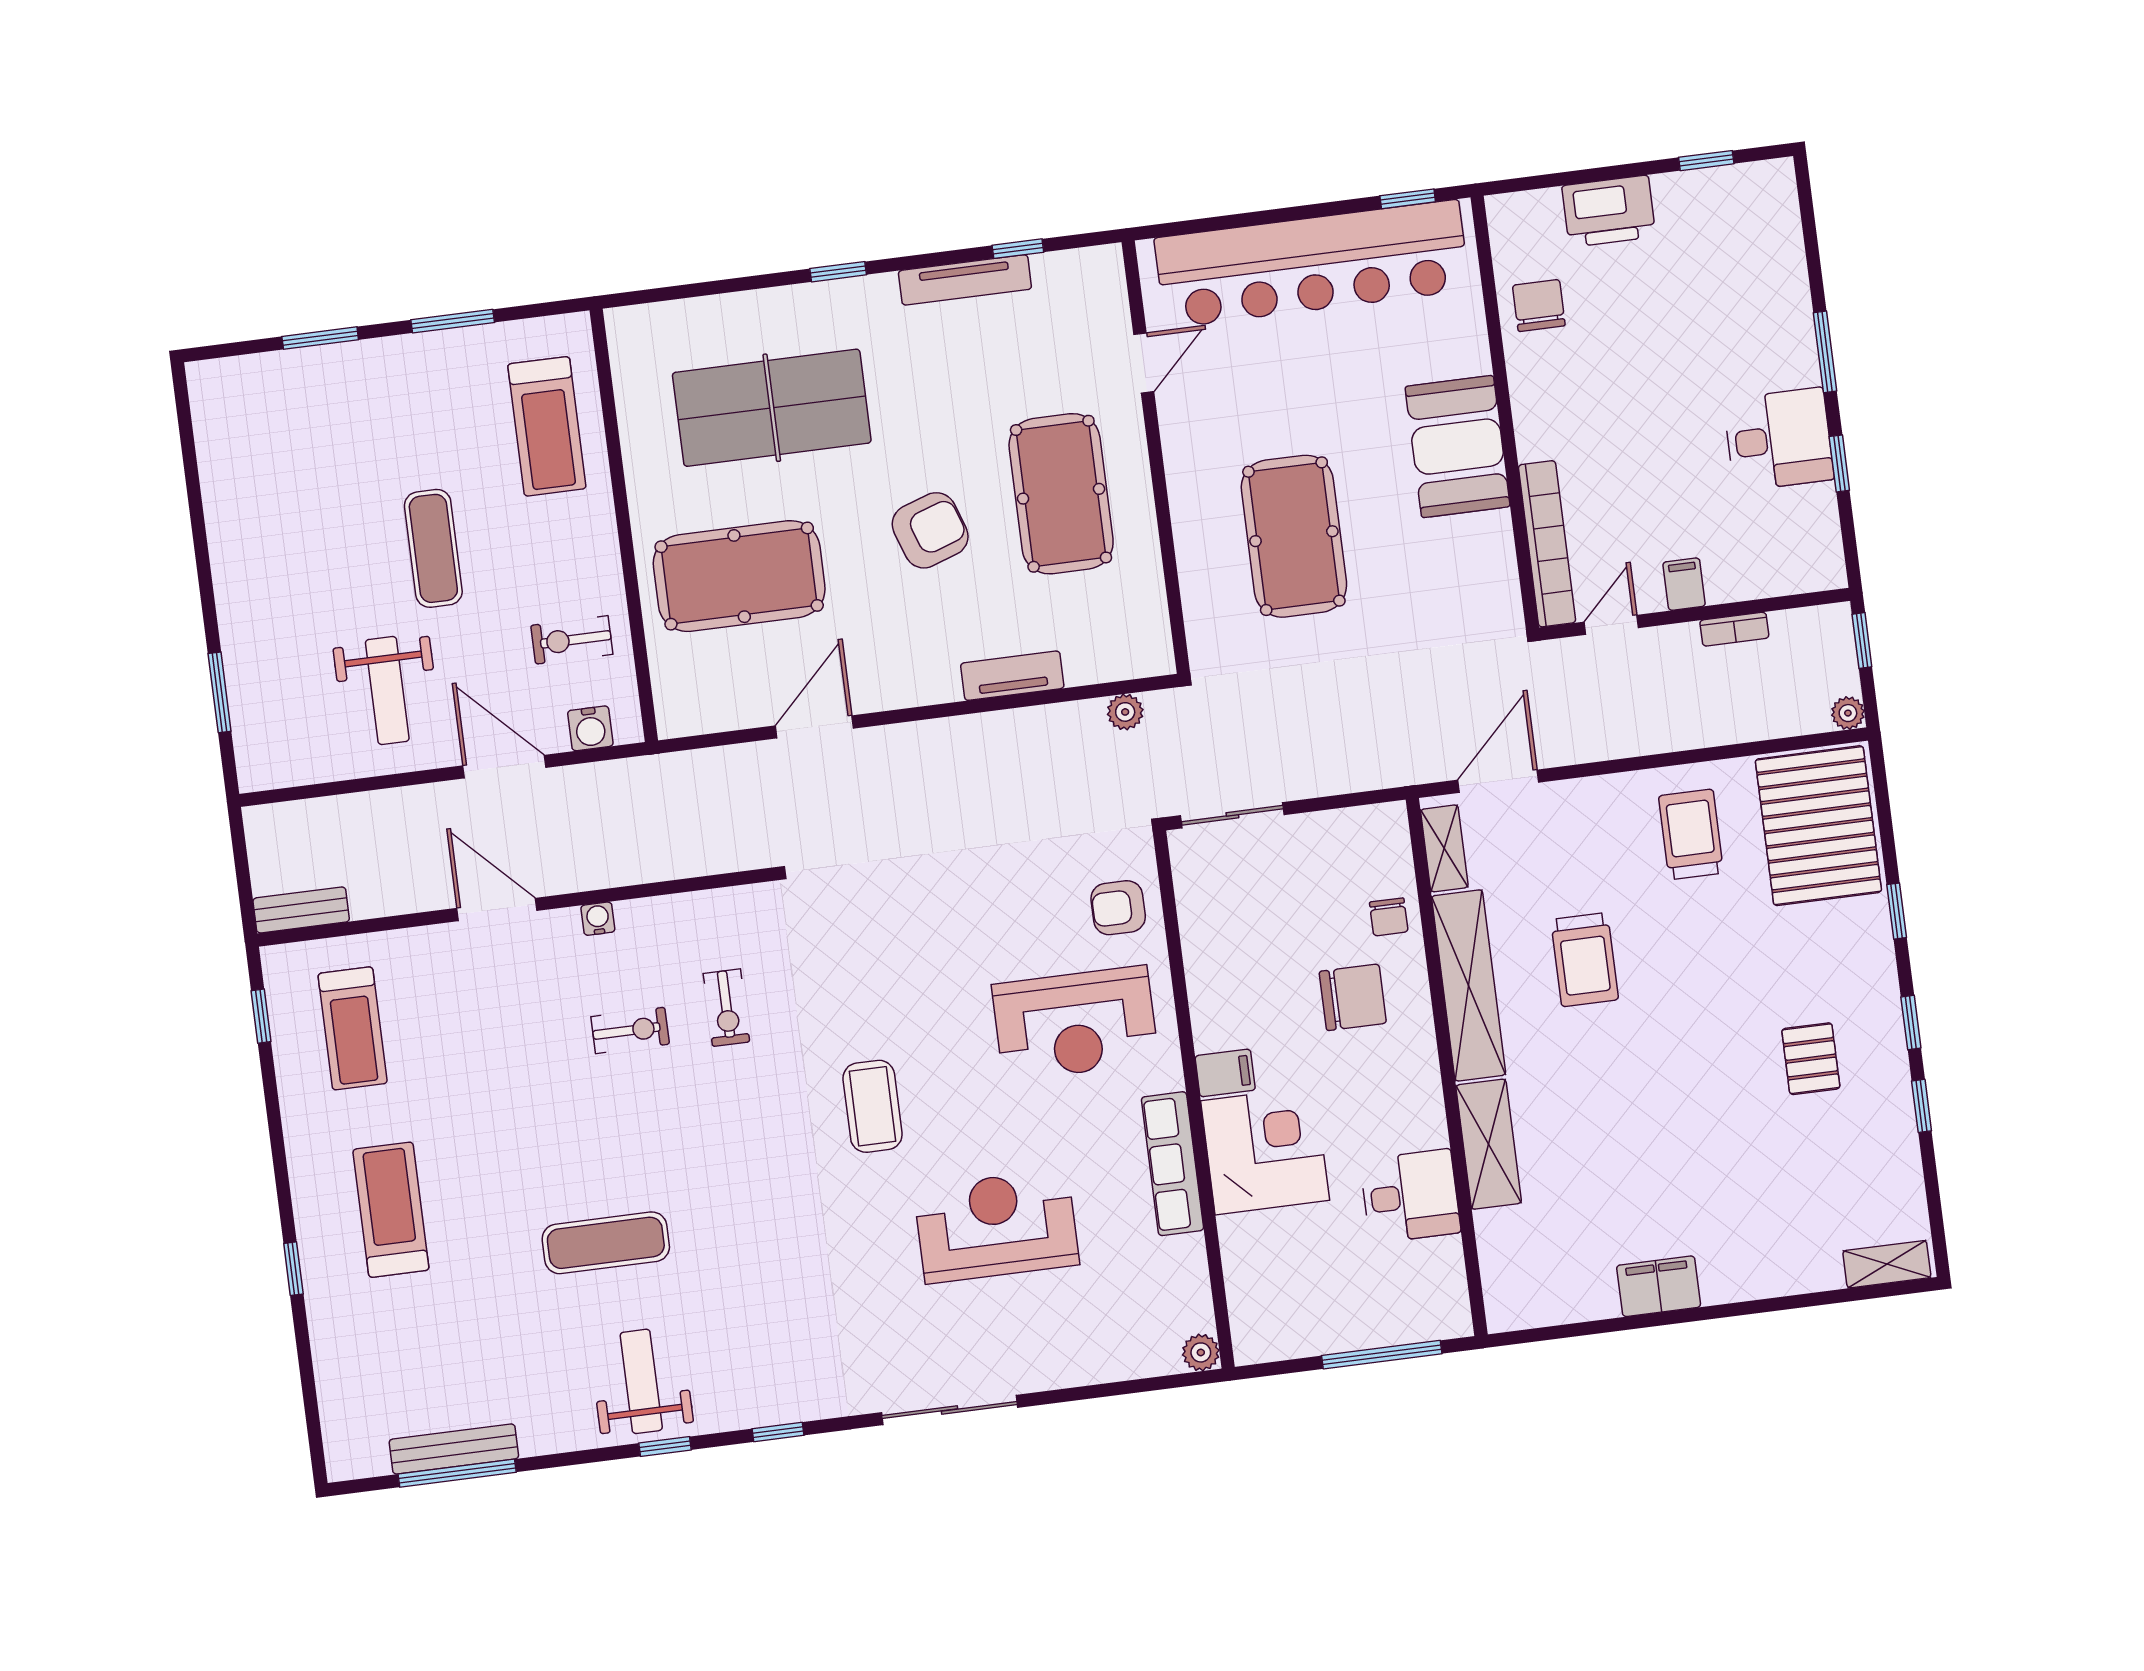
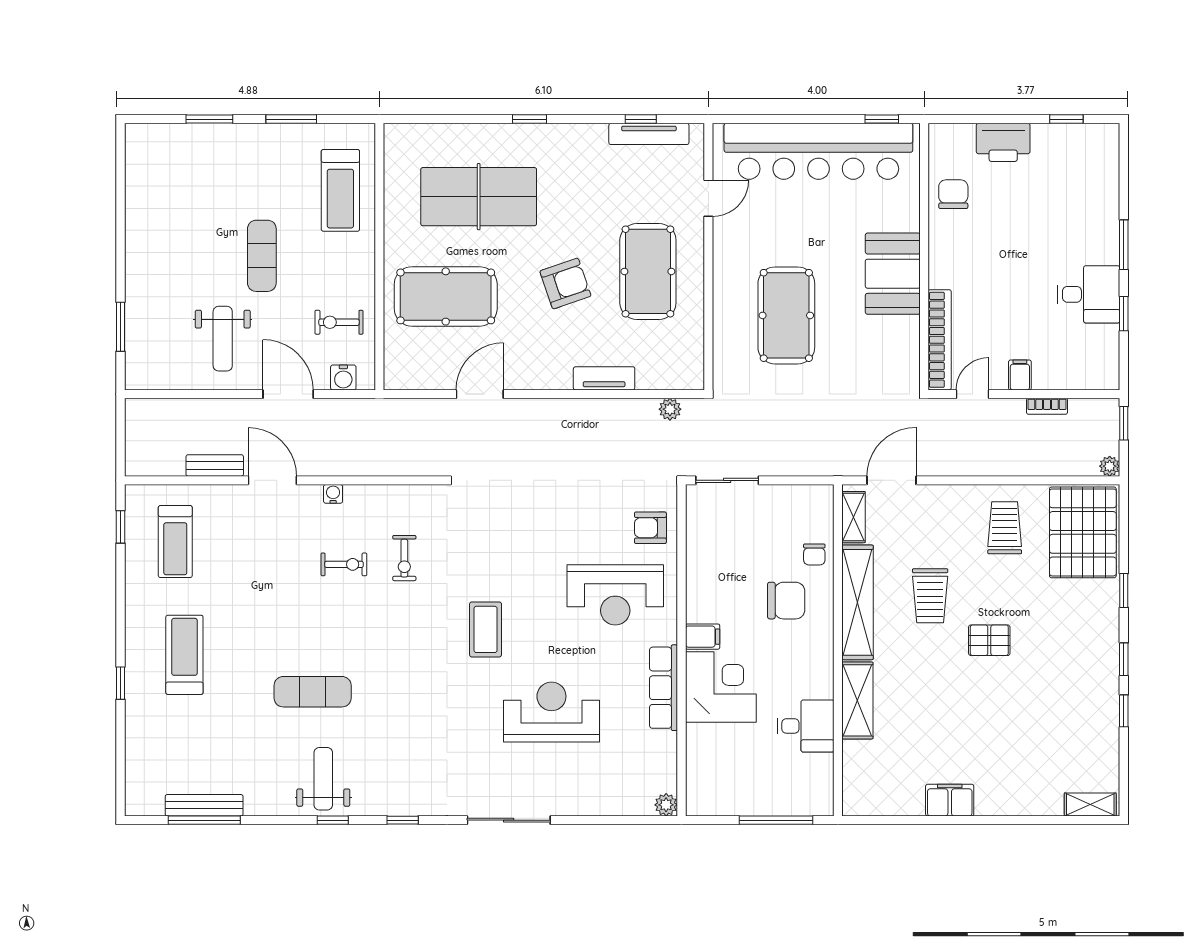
tv unit: (965, 280) -> (649, 134), moved
bench: (301, 910) -> (215, 465), moved
pallet: (1811, 1059) -> (989, 640), moved, turned 90

